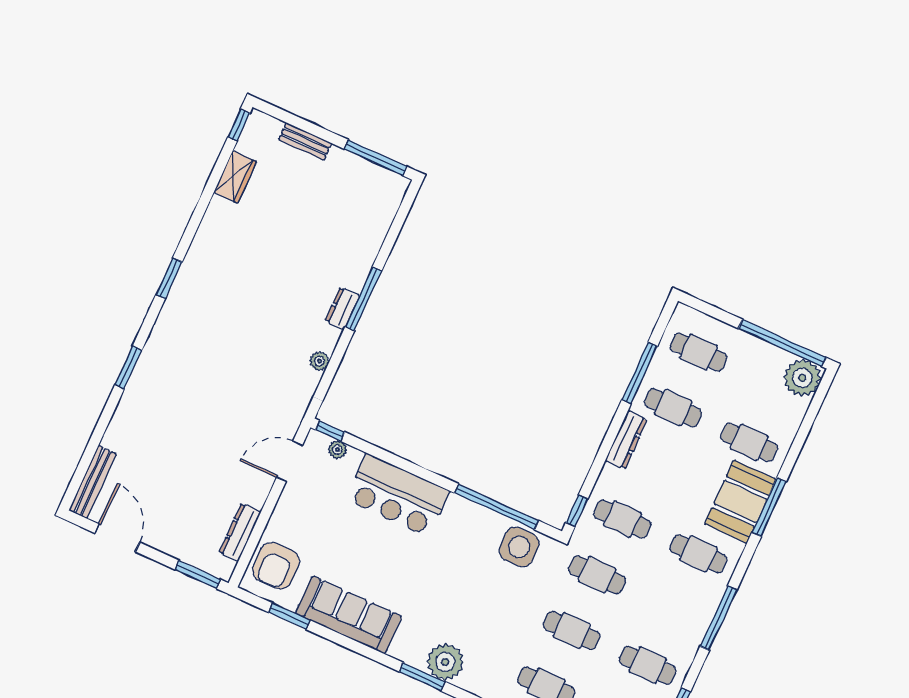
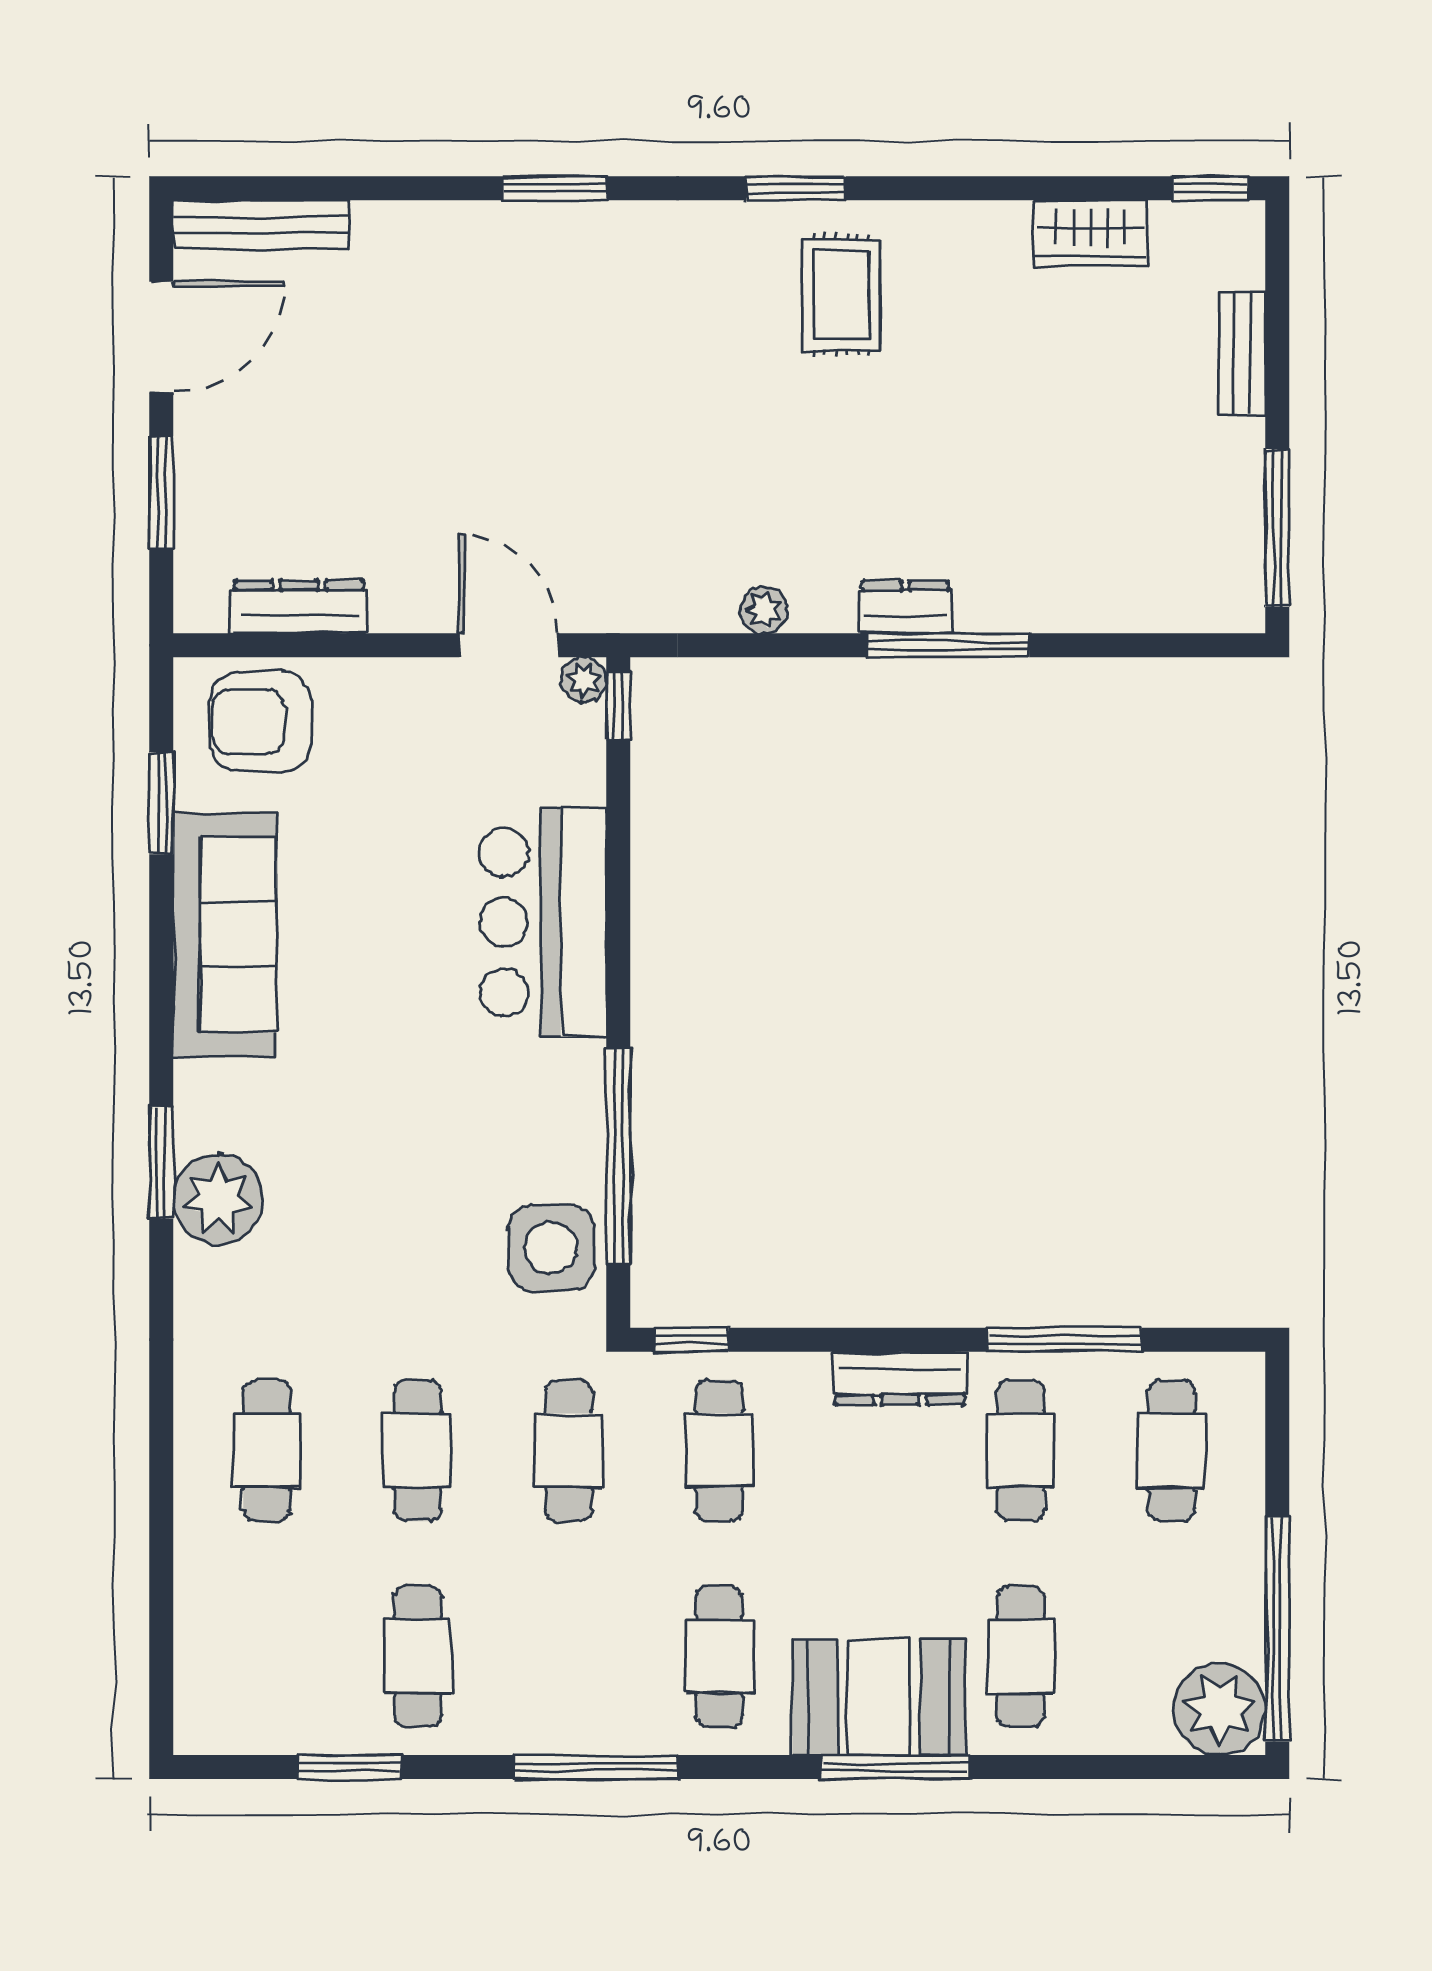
rug: (216, 279) -> (841, 295), added
plant: (337, 450) -> (584, 680), moved
window: (198, 574) -> (161, 492), moved

